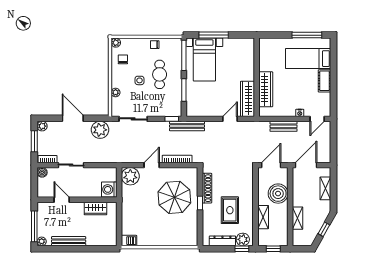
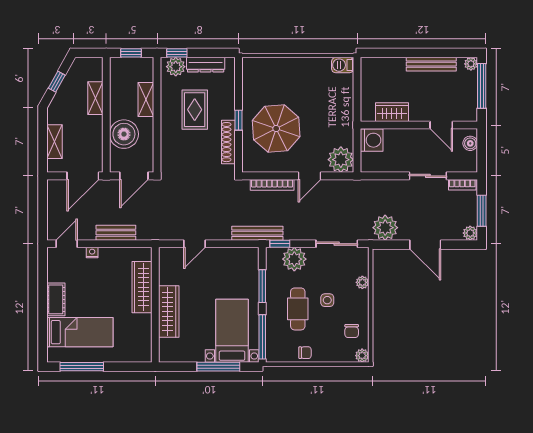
wardrobe: (248, 99) -> (169, 311), moved
plant: (162, 108) -> (294, 259), added
boiler: (42, 172) -> (470, 143), moved

